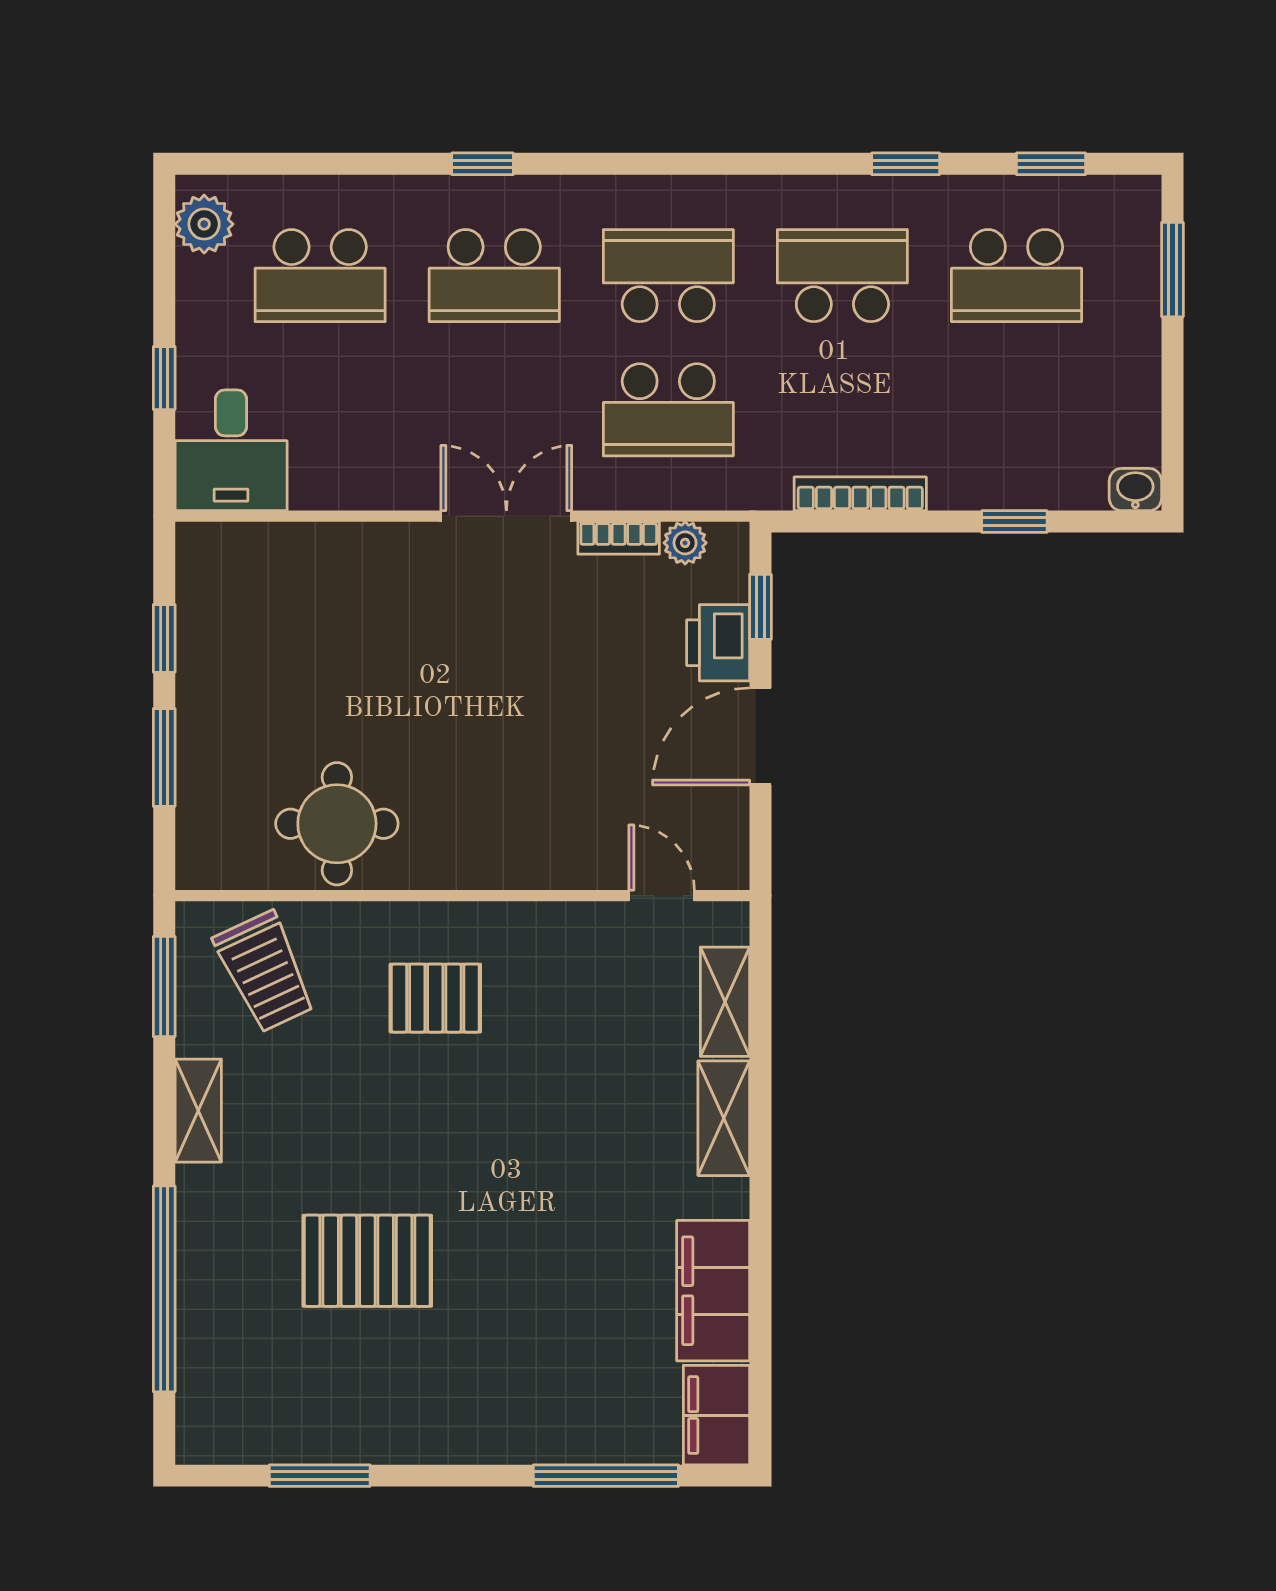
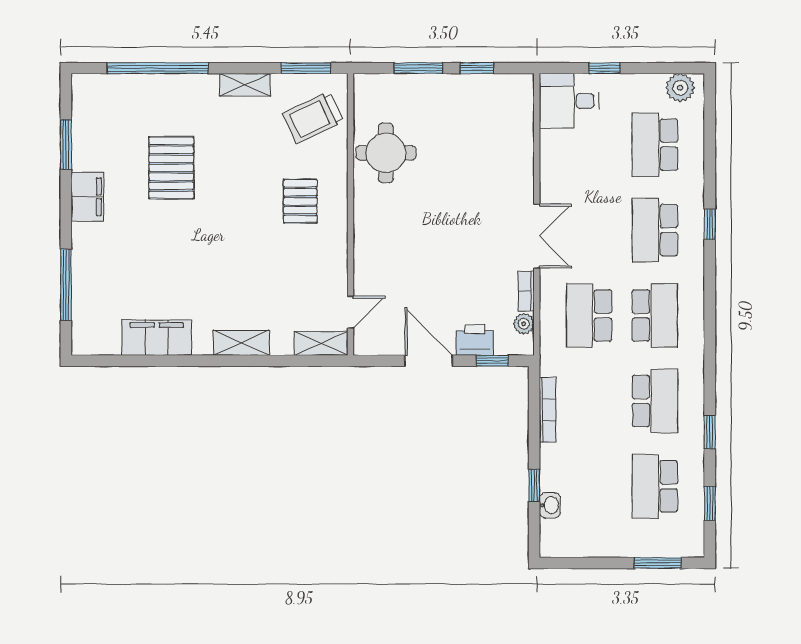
washbasin: (1135, 490) -> (550, 505), moved
shelving: (725, 1002) -> (321, 343), moved
filing cabinet: (716, 1415) -> (87, 197), moved, turned 90

